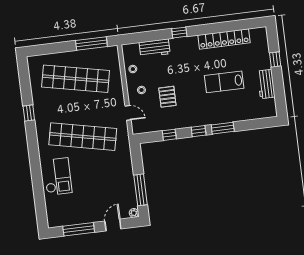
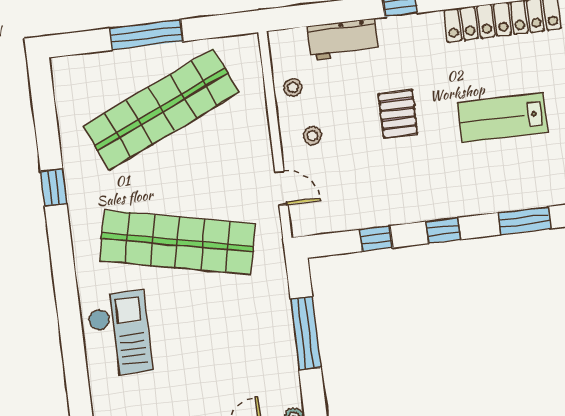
window: (91, 43) -> (146, 35), moved
shop shelf: (76, 79) -> (161, 109), turned -36
pallet: (167, 97) -> (398, 114), moved
window: (223, 128) -> (524, 221), moved
window: (141, 190) -> (306, 333), moved

